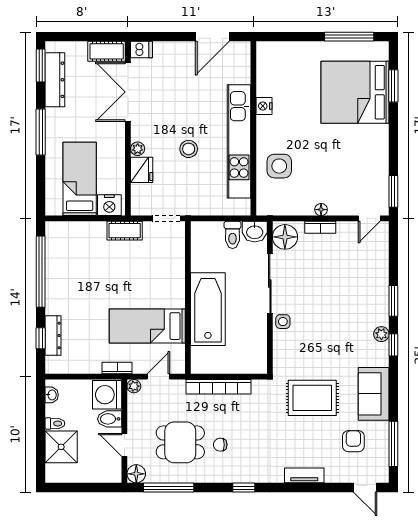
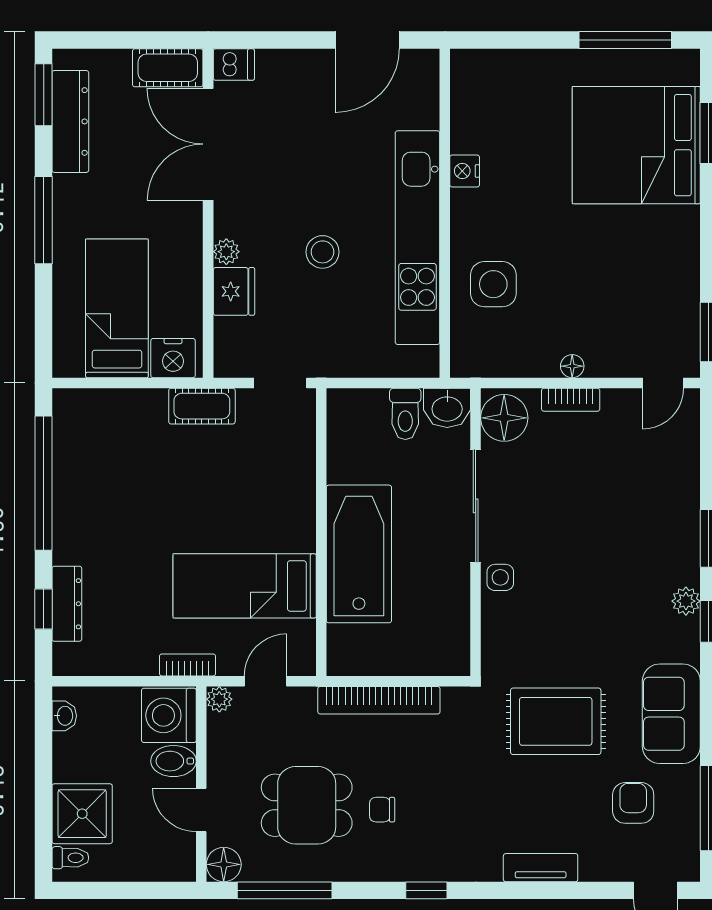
toilet: (55, 423) -> (70, 858), moved

